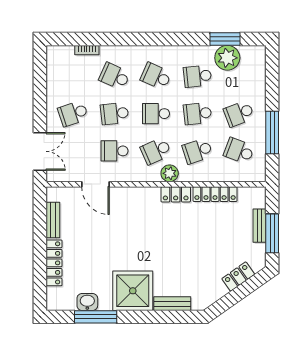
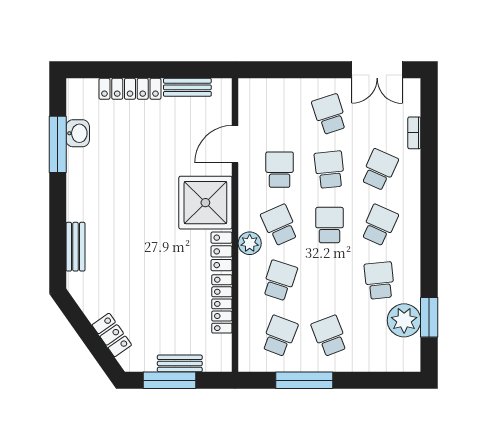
school desk: (197, 114) -> (329, 280), removed
double door: (40, 151) -> (377, 70), moved
school desk: (197, 151) -> (280, 280), turned 36
shower: (133, 291) -> (205, 203), moved

